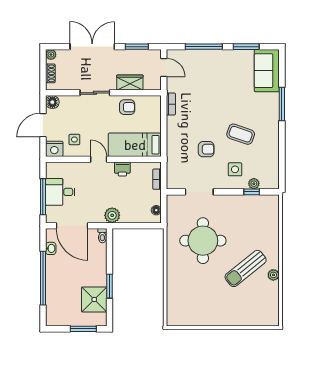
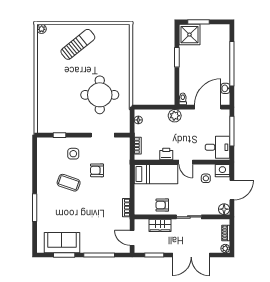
sofa: (267, 71) -> (62, 243), moved, turned -90
plant: (254, 184) -> (58, 142), removed
desk: (60, 192) -> (217, 147), moved
door: (72, 226) -> (208, 107), hinge flipped
sun lounger: (246, 268) -> (78, 44), moved
plant: (273, 275) -> (42, 29), moved
shower: (94, 299) -> (189, 35), moved

